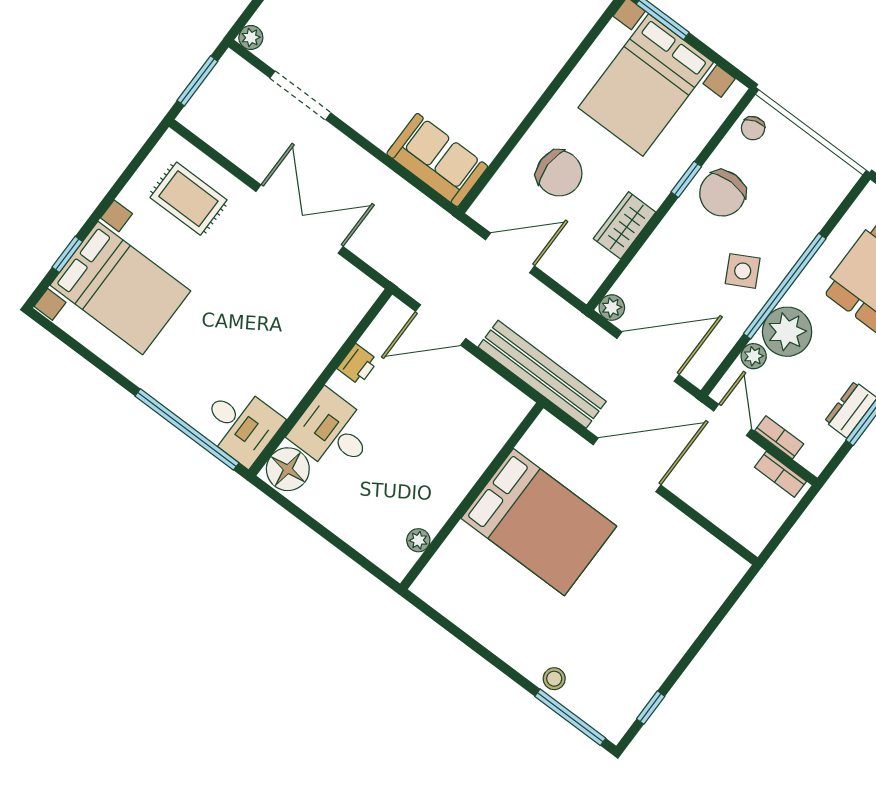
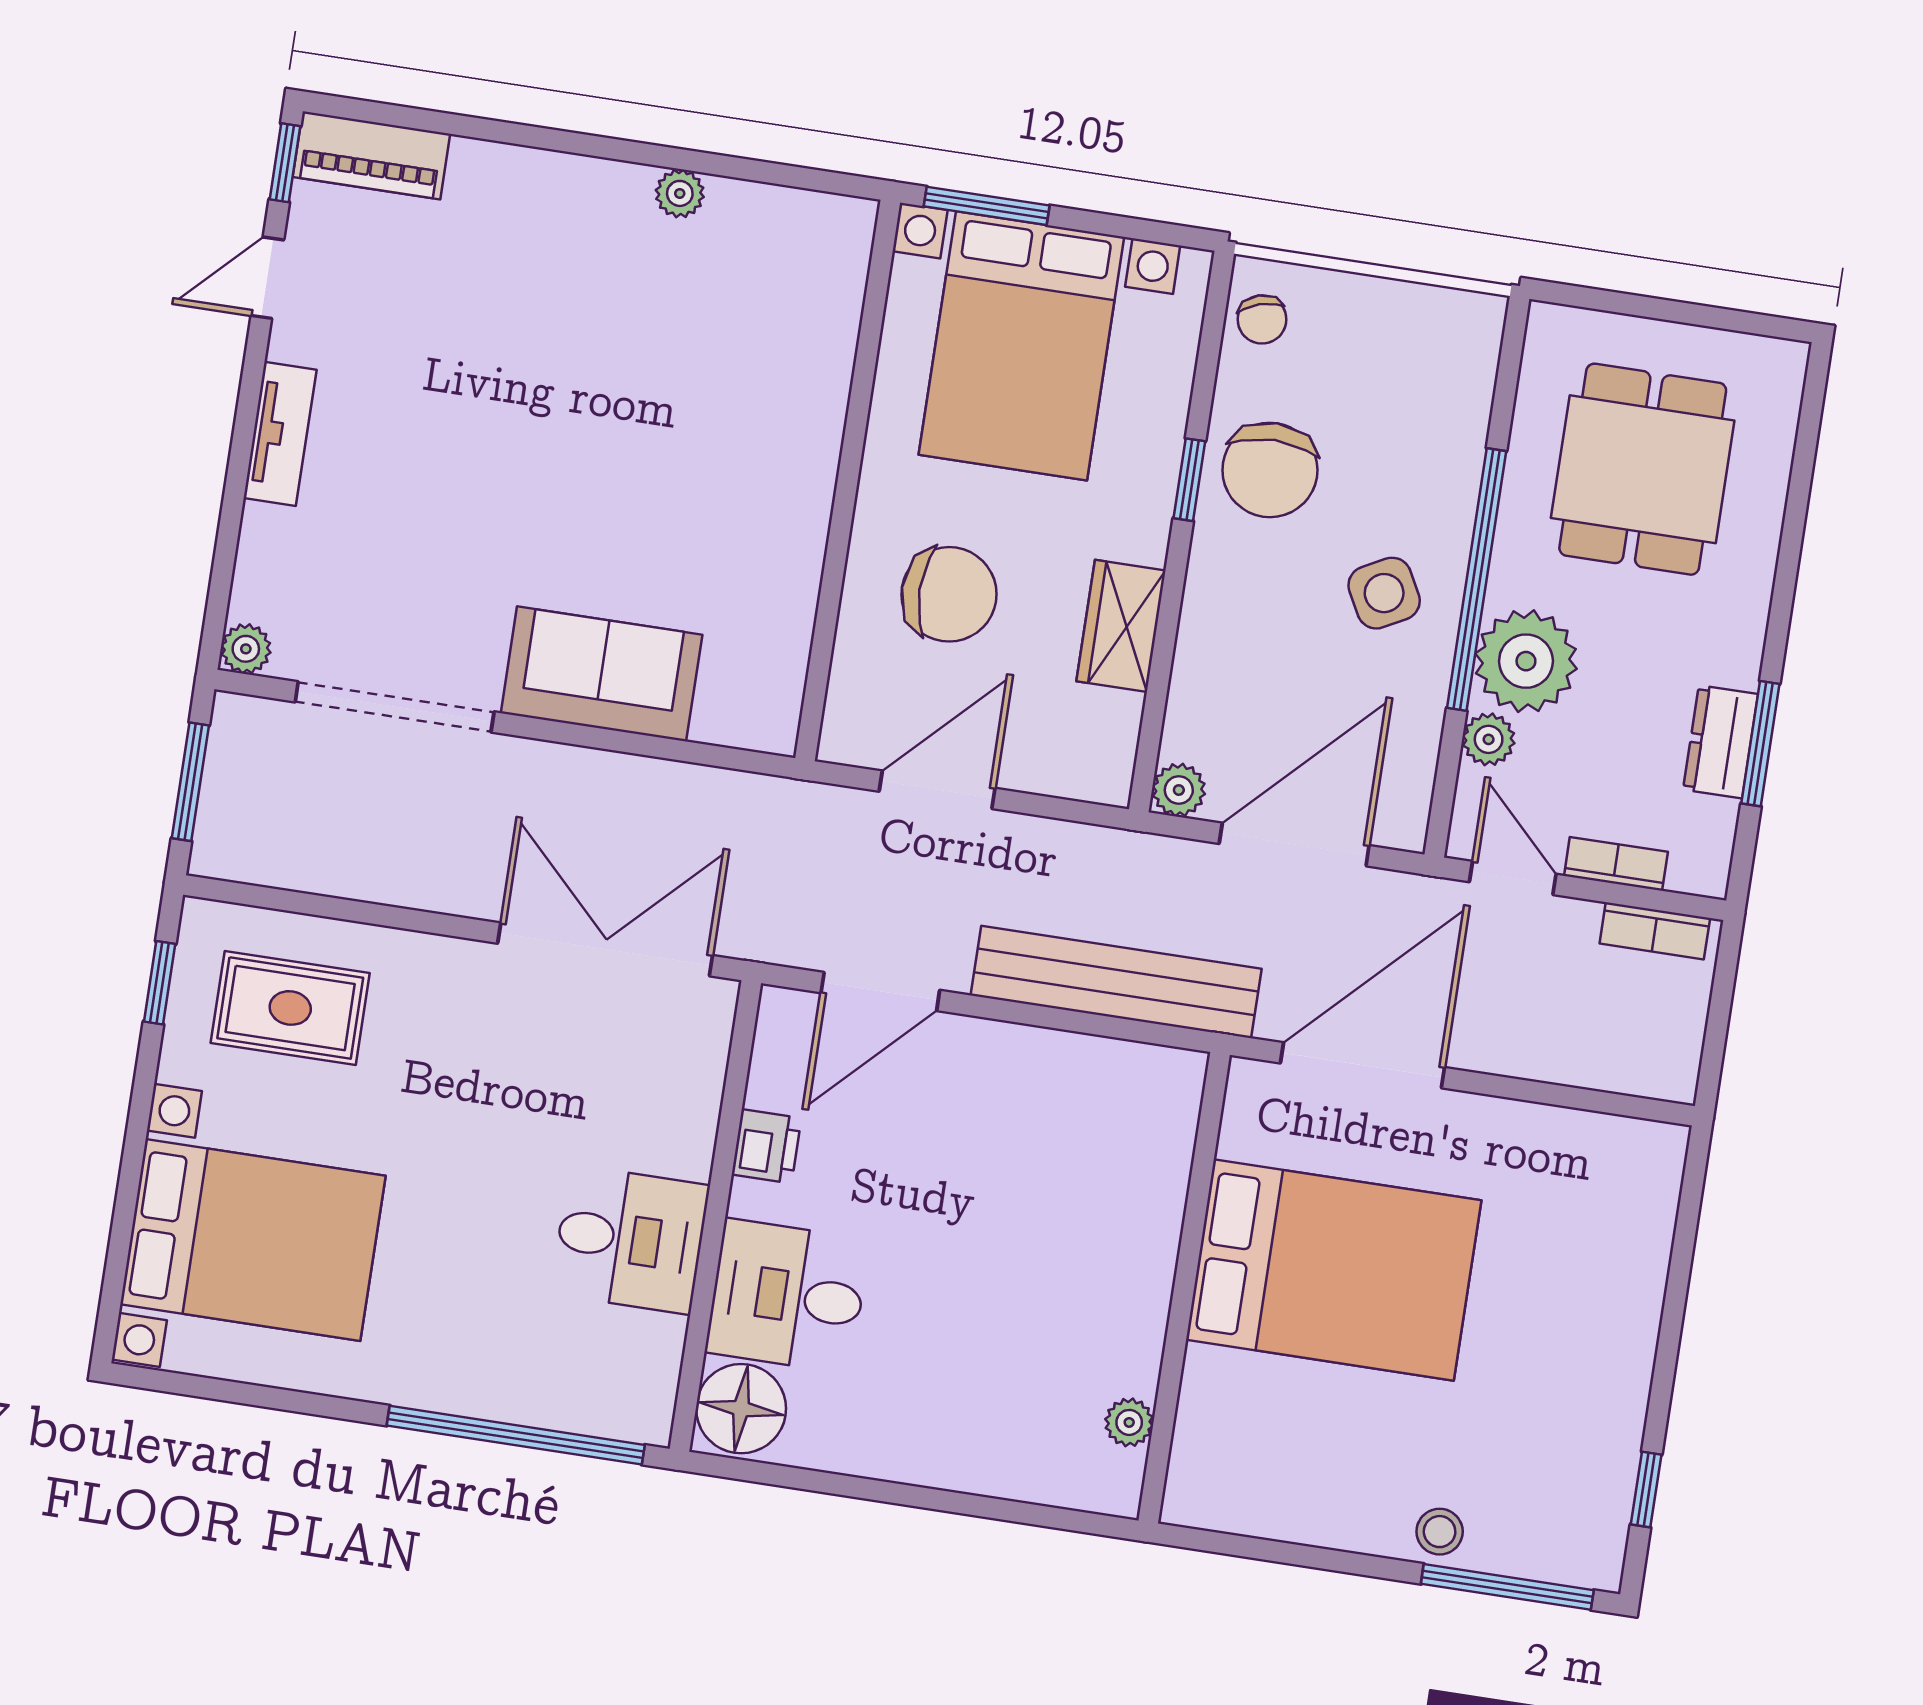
doorway: (300, 95) -> (395, 707), width x1.36
sofa: (437, 160) -> (602, 674), moved
double door: (300, 219) -> (605, 949), moved
window: (67, 254) -> (160, 983), moved
desk: (240, 425) -> (630, 1240), moved
wall: (472, 496) -> (1184, 1288), moved
bed: (539, 522) -> (1334, 1270), moved
plant: (418, 540) -> (1129, 1422), moved

